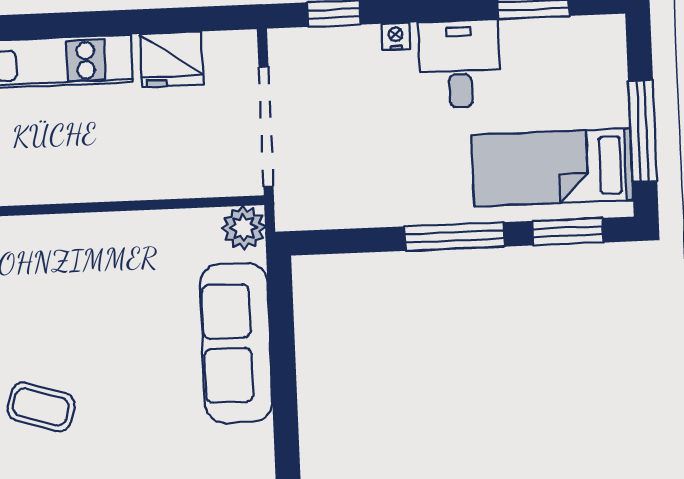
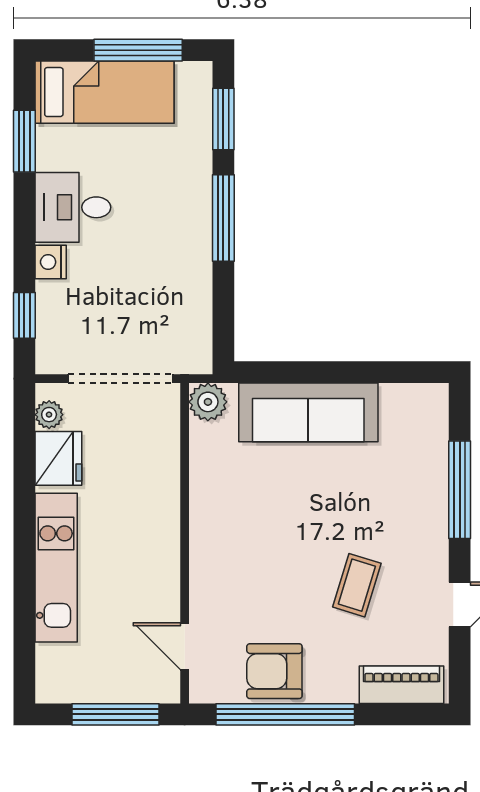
nightstand: (396, 36) -> (51, 262), width x1.39, depth x1.35
plant: (221, 47) -> (49, 415), added
bed: (552, 167) -> (104, 92), moved, turned -90

